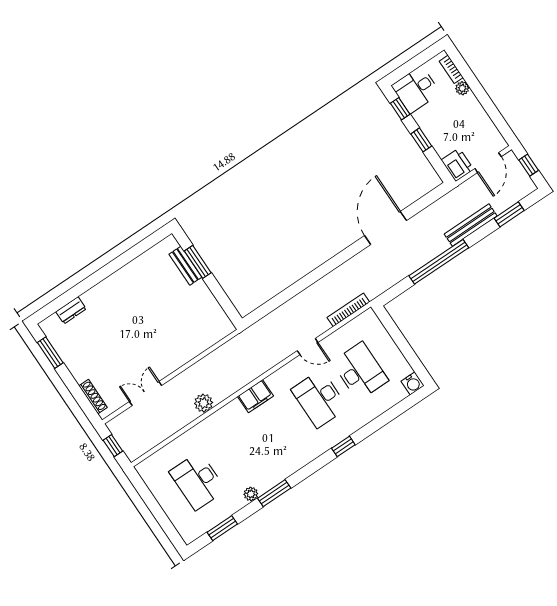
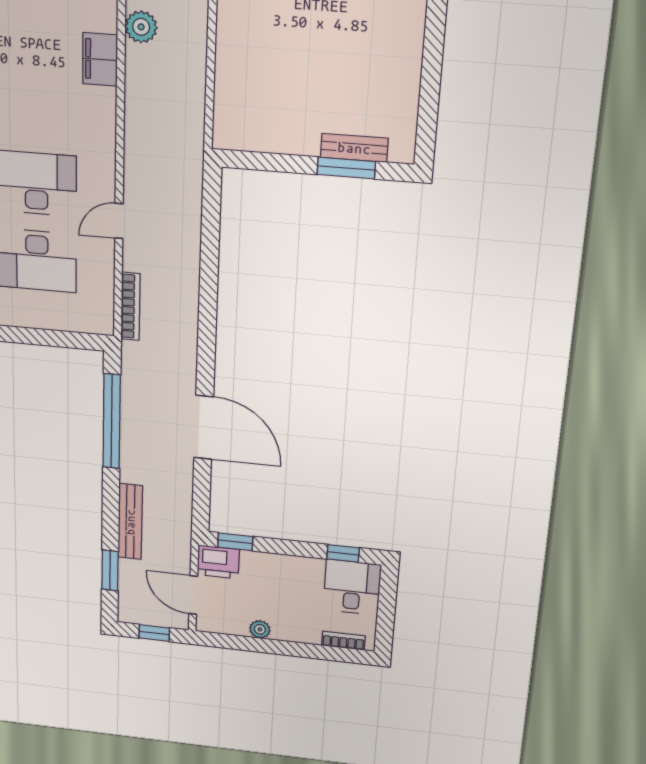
plant: (462, 88) -> (260, 629), moved
window: (421, 140) -> (235, 542), moved
window: (439, 262) -> (112, 421), moved
filing cabinet: (255, 396) -> (100, 59), moved

